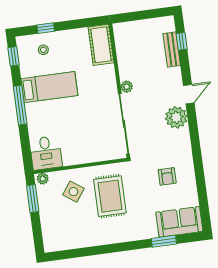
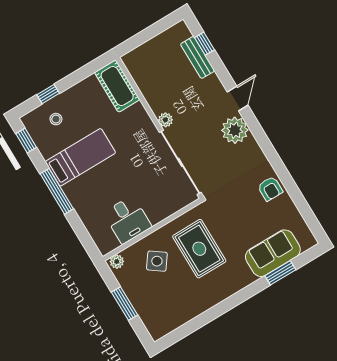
desk: (46, 153) -> (127, 220), moved
armchair: (167, 176) -> (270, 189), moved
window: (33, 199) -> (125, 304), moved
sofa: (179, 222) -> (273, 253), moved

